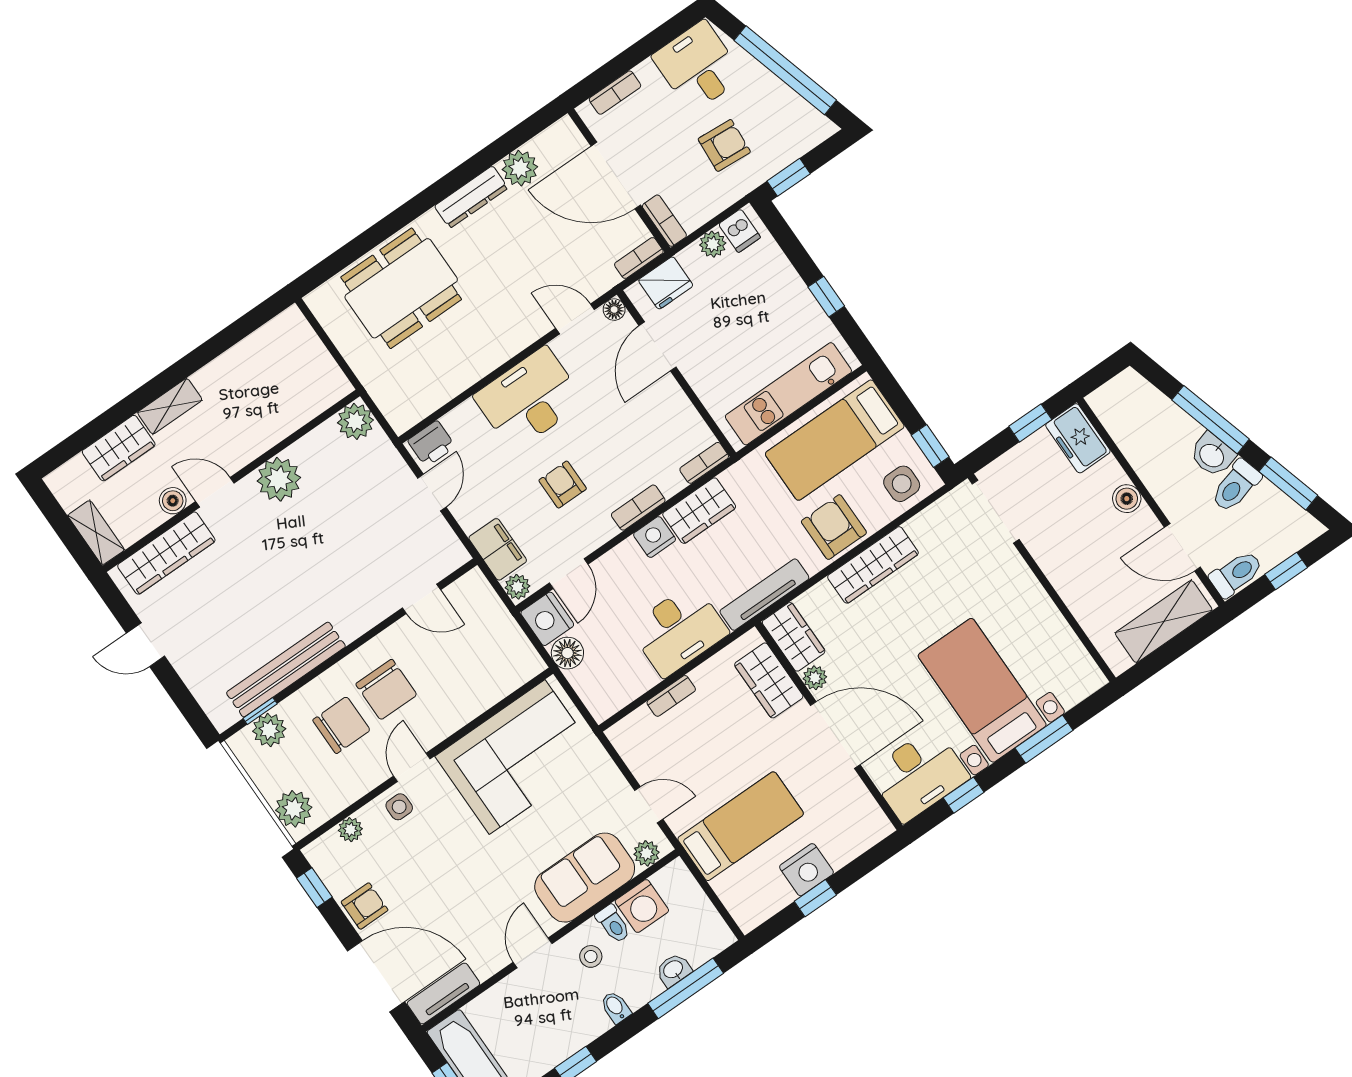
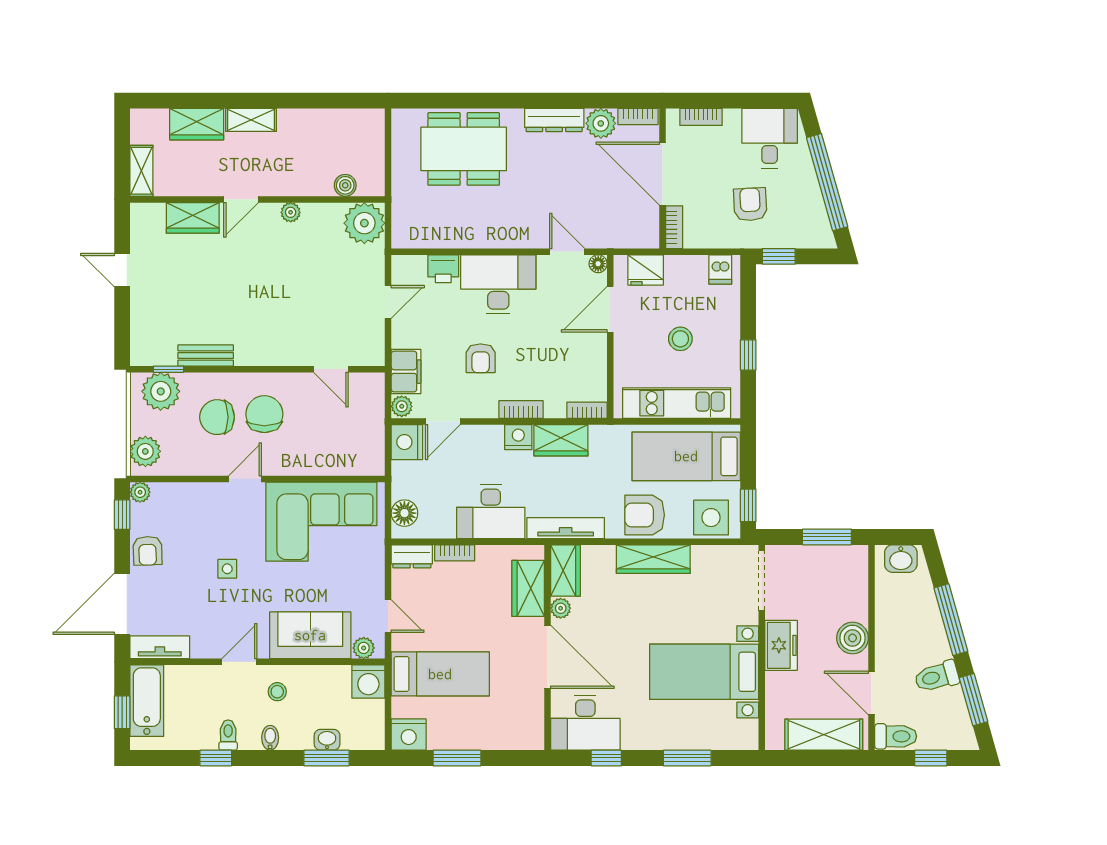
armchair: (724, 145) -> (750, 204), turned -97
plant: (713, 244) -> (696, 266), removed
bookcase: (639, 258) -> (638, 117), moved, turned 180
stool: (748, 327) -> (680, 339), added
plant: (355, 421) -> (364, 223), width x1.36, depth x1.36
window: (1030, 423) -> (827, 537), width x1.50
freezer: (1078, 438) -> (781, 645), moved, turned 180
printer: (432, 444) -> (443, 269), moved
washbasin: (1212, 455) -> (901, 559), moved, turned -74
plant: (279, 479) -> (291, 212), width x0.53, depth x0.53
side table: (902, 484) -> (711, 518), width x1.37, depth x1.37
armchair: (563, 485) -> (481, 358), turned 180
door: (215, 492) -> (241, 199), swing flipped
boiler: (1127, 499) -> (853, 638), width x1.36, depth x1.36
boiler: (173, 501) -> (345, 185), moved
armchair: (834, 527) -> (645, 515), turned -90
wardrobe: (166, 553) -> (193, 218), width x0.67
floor lamp: (567, 653) -> (404, 513), moved
bench: (286, 670) -> (206, 356), width x0.54, depth x0.82
chair: (386, 689) -> (264, 414), turned 180
bed with nightstands: (982, 690) -> (704, 672), moved, turned -90
chair: (341, 725) -> (217, 417), turned 180
dresser: (631, 729) -> (412, 556), added
plant: (269, 730) -> (161, 391), width x1.36, depth x1.36
side table: (399, 807) -> (227, 569), moved
plant: (350, 830) -> (140, 492), moved
nightstand: (806, 870) -> (409, 735), moved
window: (815, 898) -> (457, 758), width x1.50
armchair: (365, 906) -> (148, 551), turned 88
washing machine: (642, 906) -> (368, 682), moved
toilet: (613, 924) -> (228, 735), moved, turned 180
door: (376, 976) -> (122, 604), swing flipped
window: (686, 988) -> (326, 758), width x0.69

